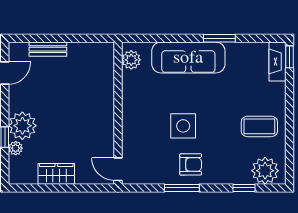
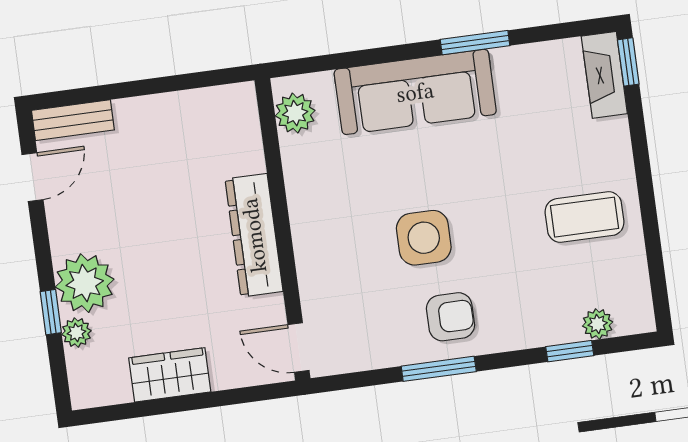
bench: (48, 49) -> (73, 120), moved
dresser: (104, 114) -> (254, 235), added
plant: (265, 171) -> (598, 324), width x0.53, depth x0.53

